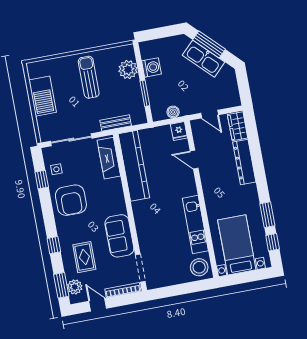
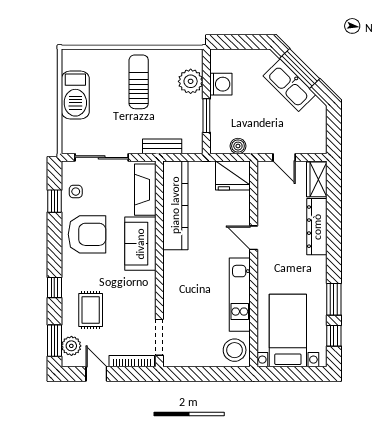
fridge: (179, 131) -> (233, 175), width x1.88, depth x1.34
door: (194, 160) -> (254, 238), moved
armchair: (71, 200) -> (87, 234), turned -90
sofa: (119, 236) -> (140, 244), moved

